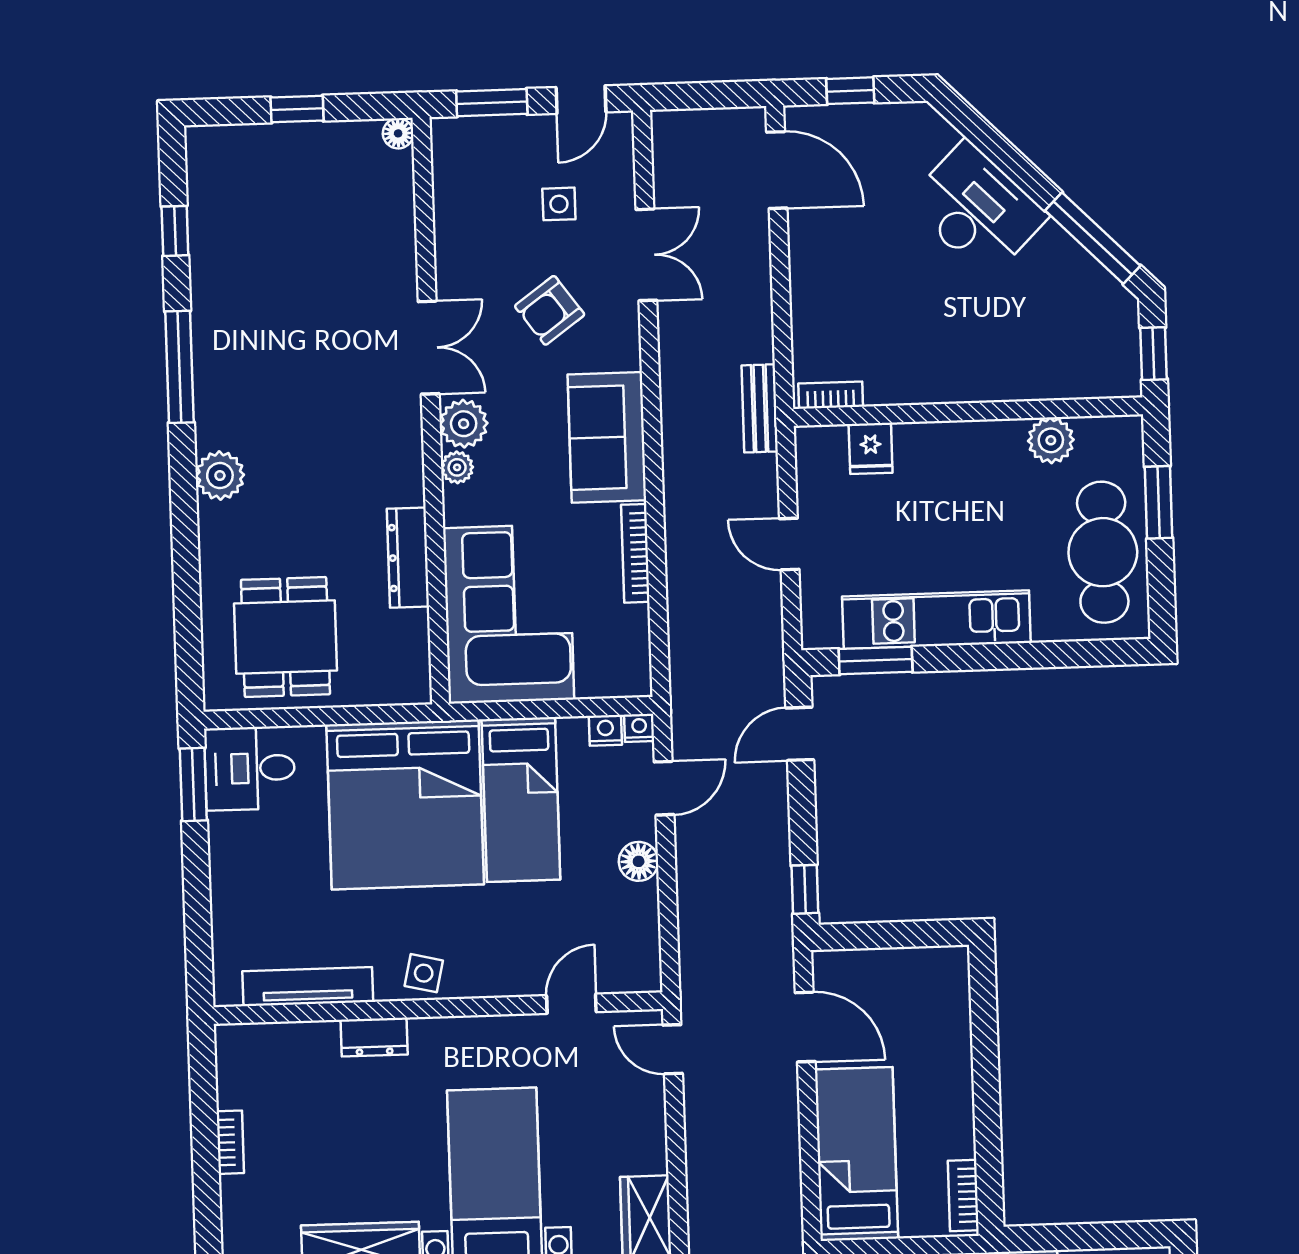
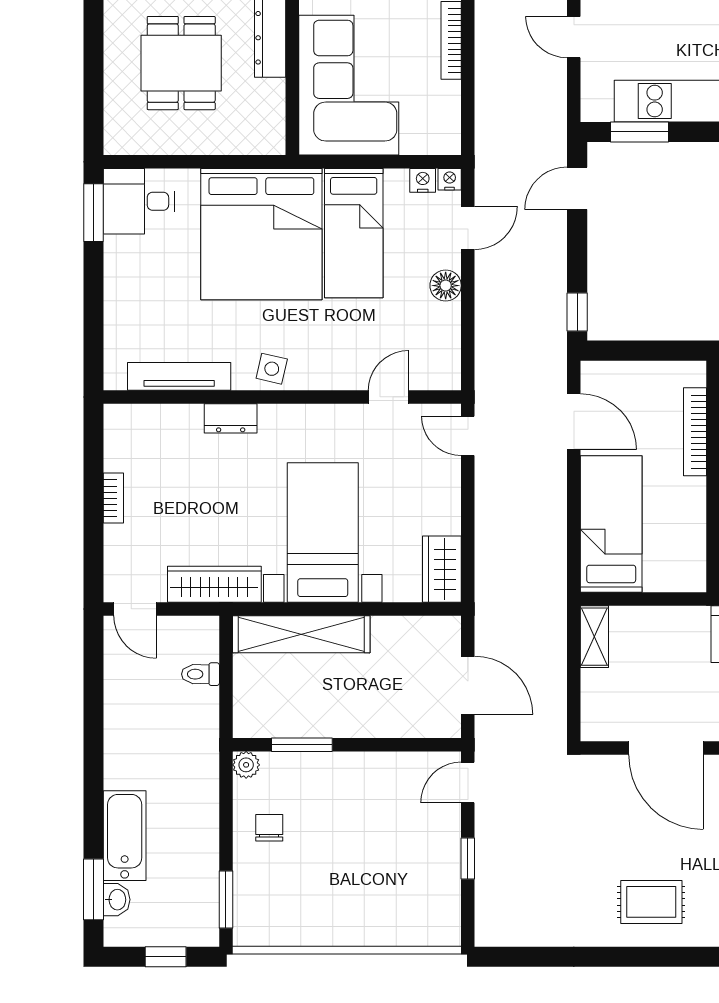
dining table: (285, 637) -> (181, 63), moved
bookcase: (963, 1196) -> (695, 432), moved, width x1.56

